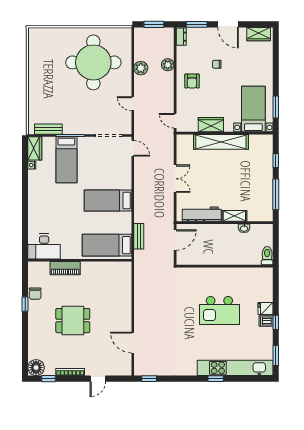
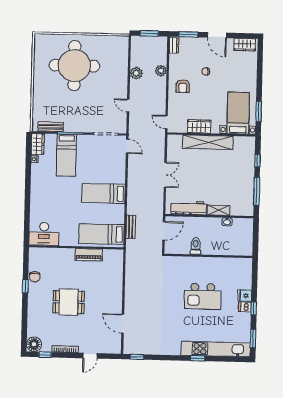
round table: (93, 62) -> (74, 66), moved
toilet: (267, 256) -> (196, 246), moved
piano: (65, 268) -> (89, 255), moved

